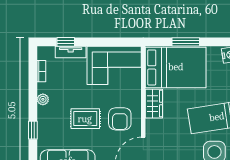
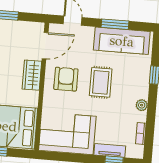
wardrobe: (154, 104) -> (32, 75), moved
rug: (85, 119) -> (101, 82), turned 90

